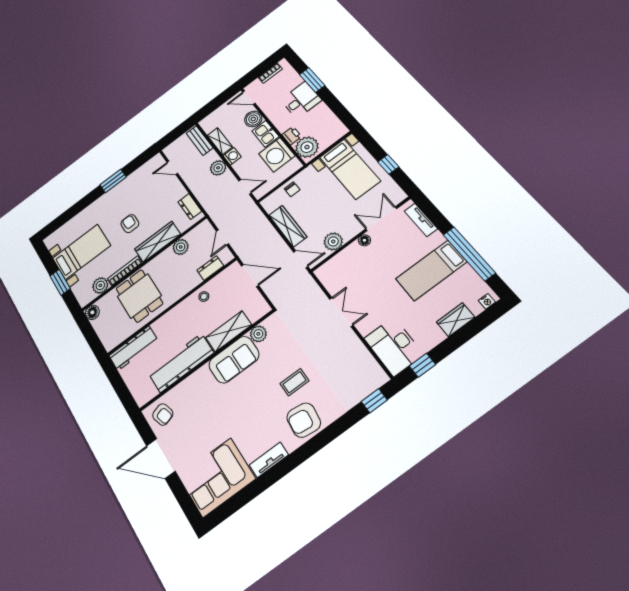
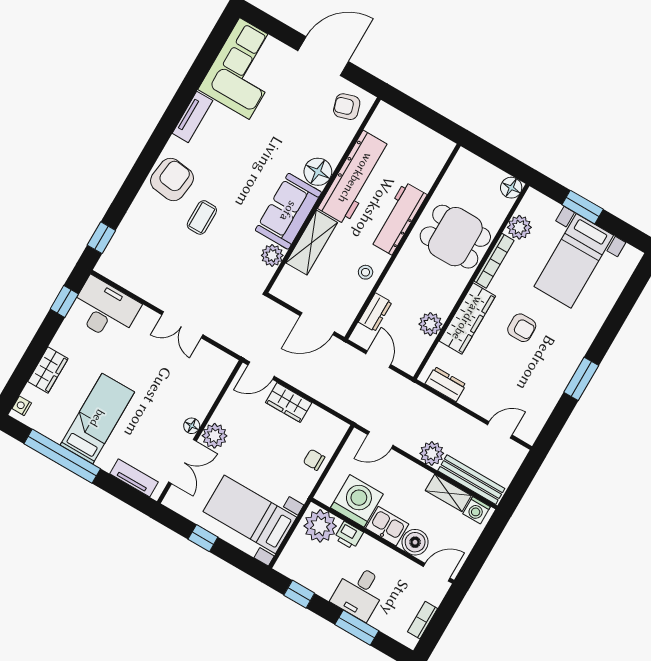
window: (339, 110) -> (299, 594), added
bench: (200, 140) -> (471, 480), width x1.36
washing machine: (232, 156) -> (477, 510), moved
wardrobe: (288, 226) -> (289, 403), width x0.67
plant: (333, 241) -> (215, 436), moved
workbench: (133, 348) -> (398, 218), moved
floor lamp: (202, 378) -> (318, 172), added

